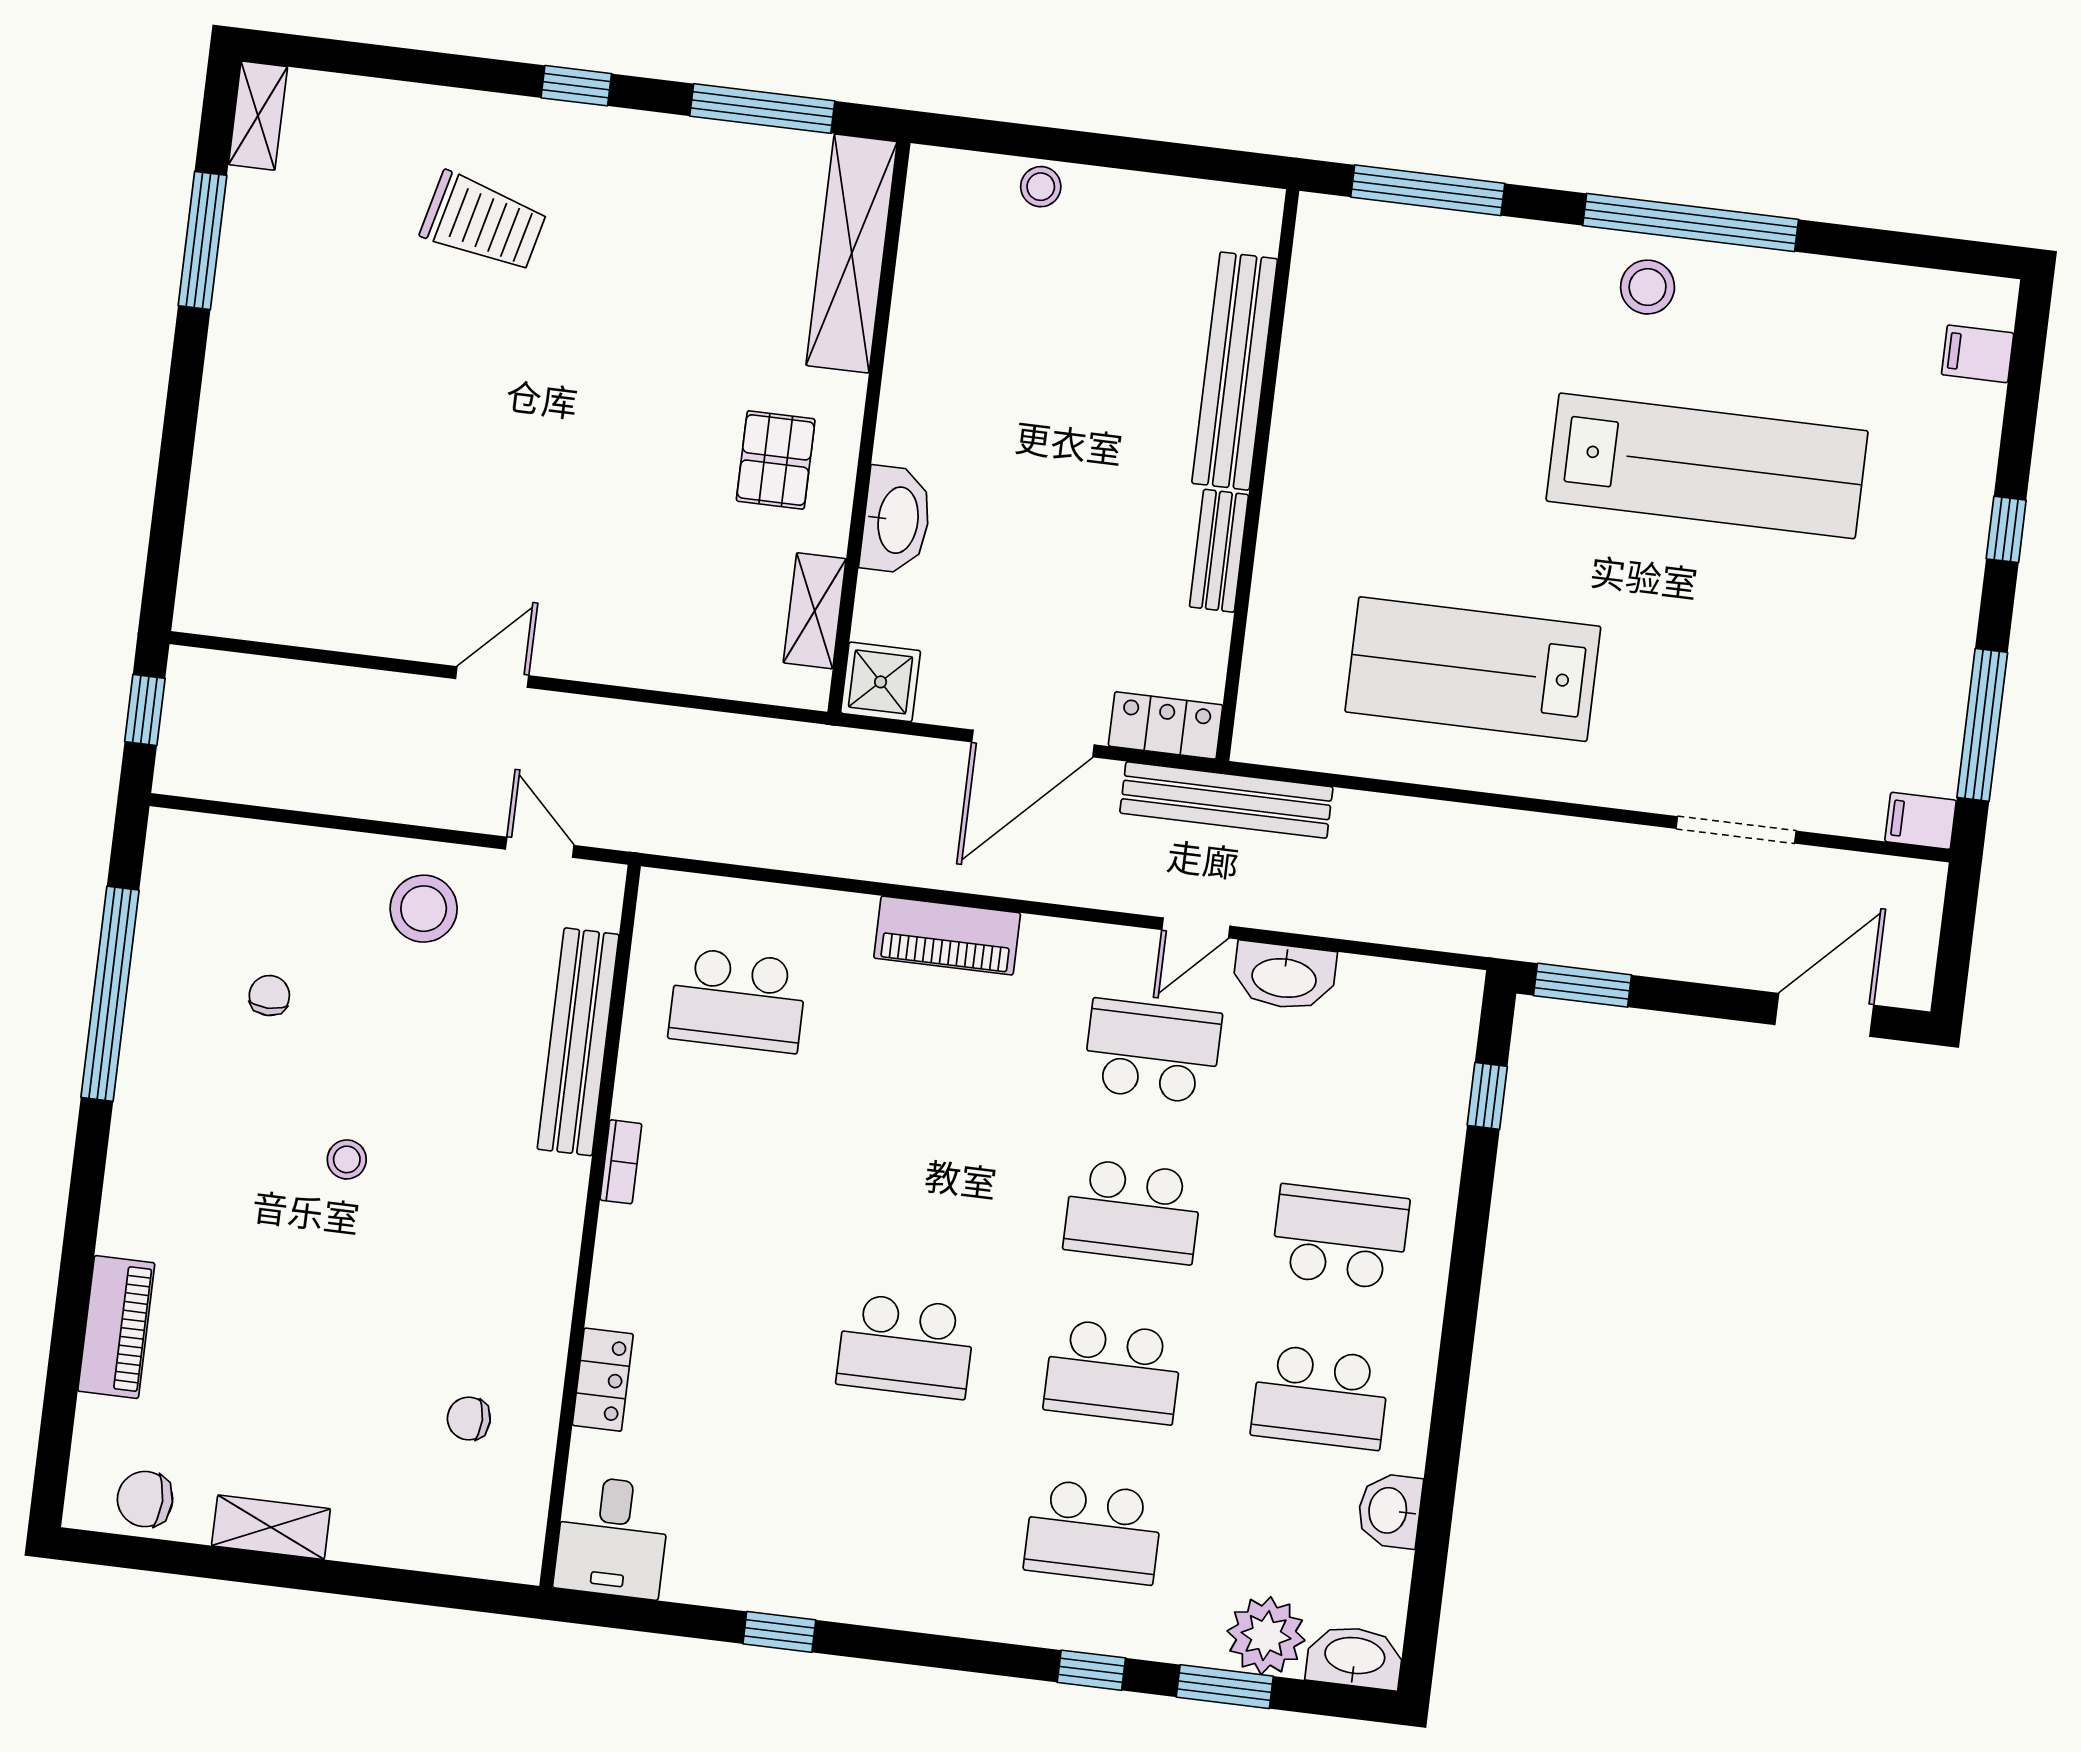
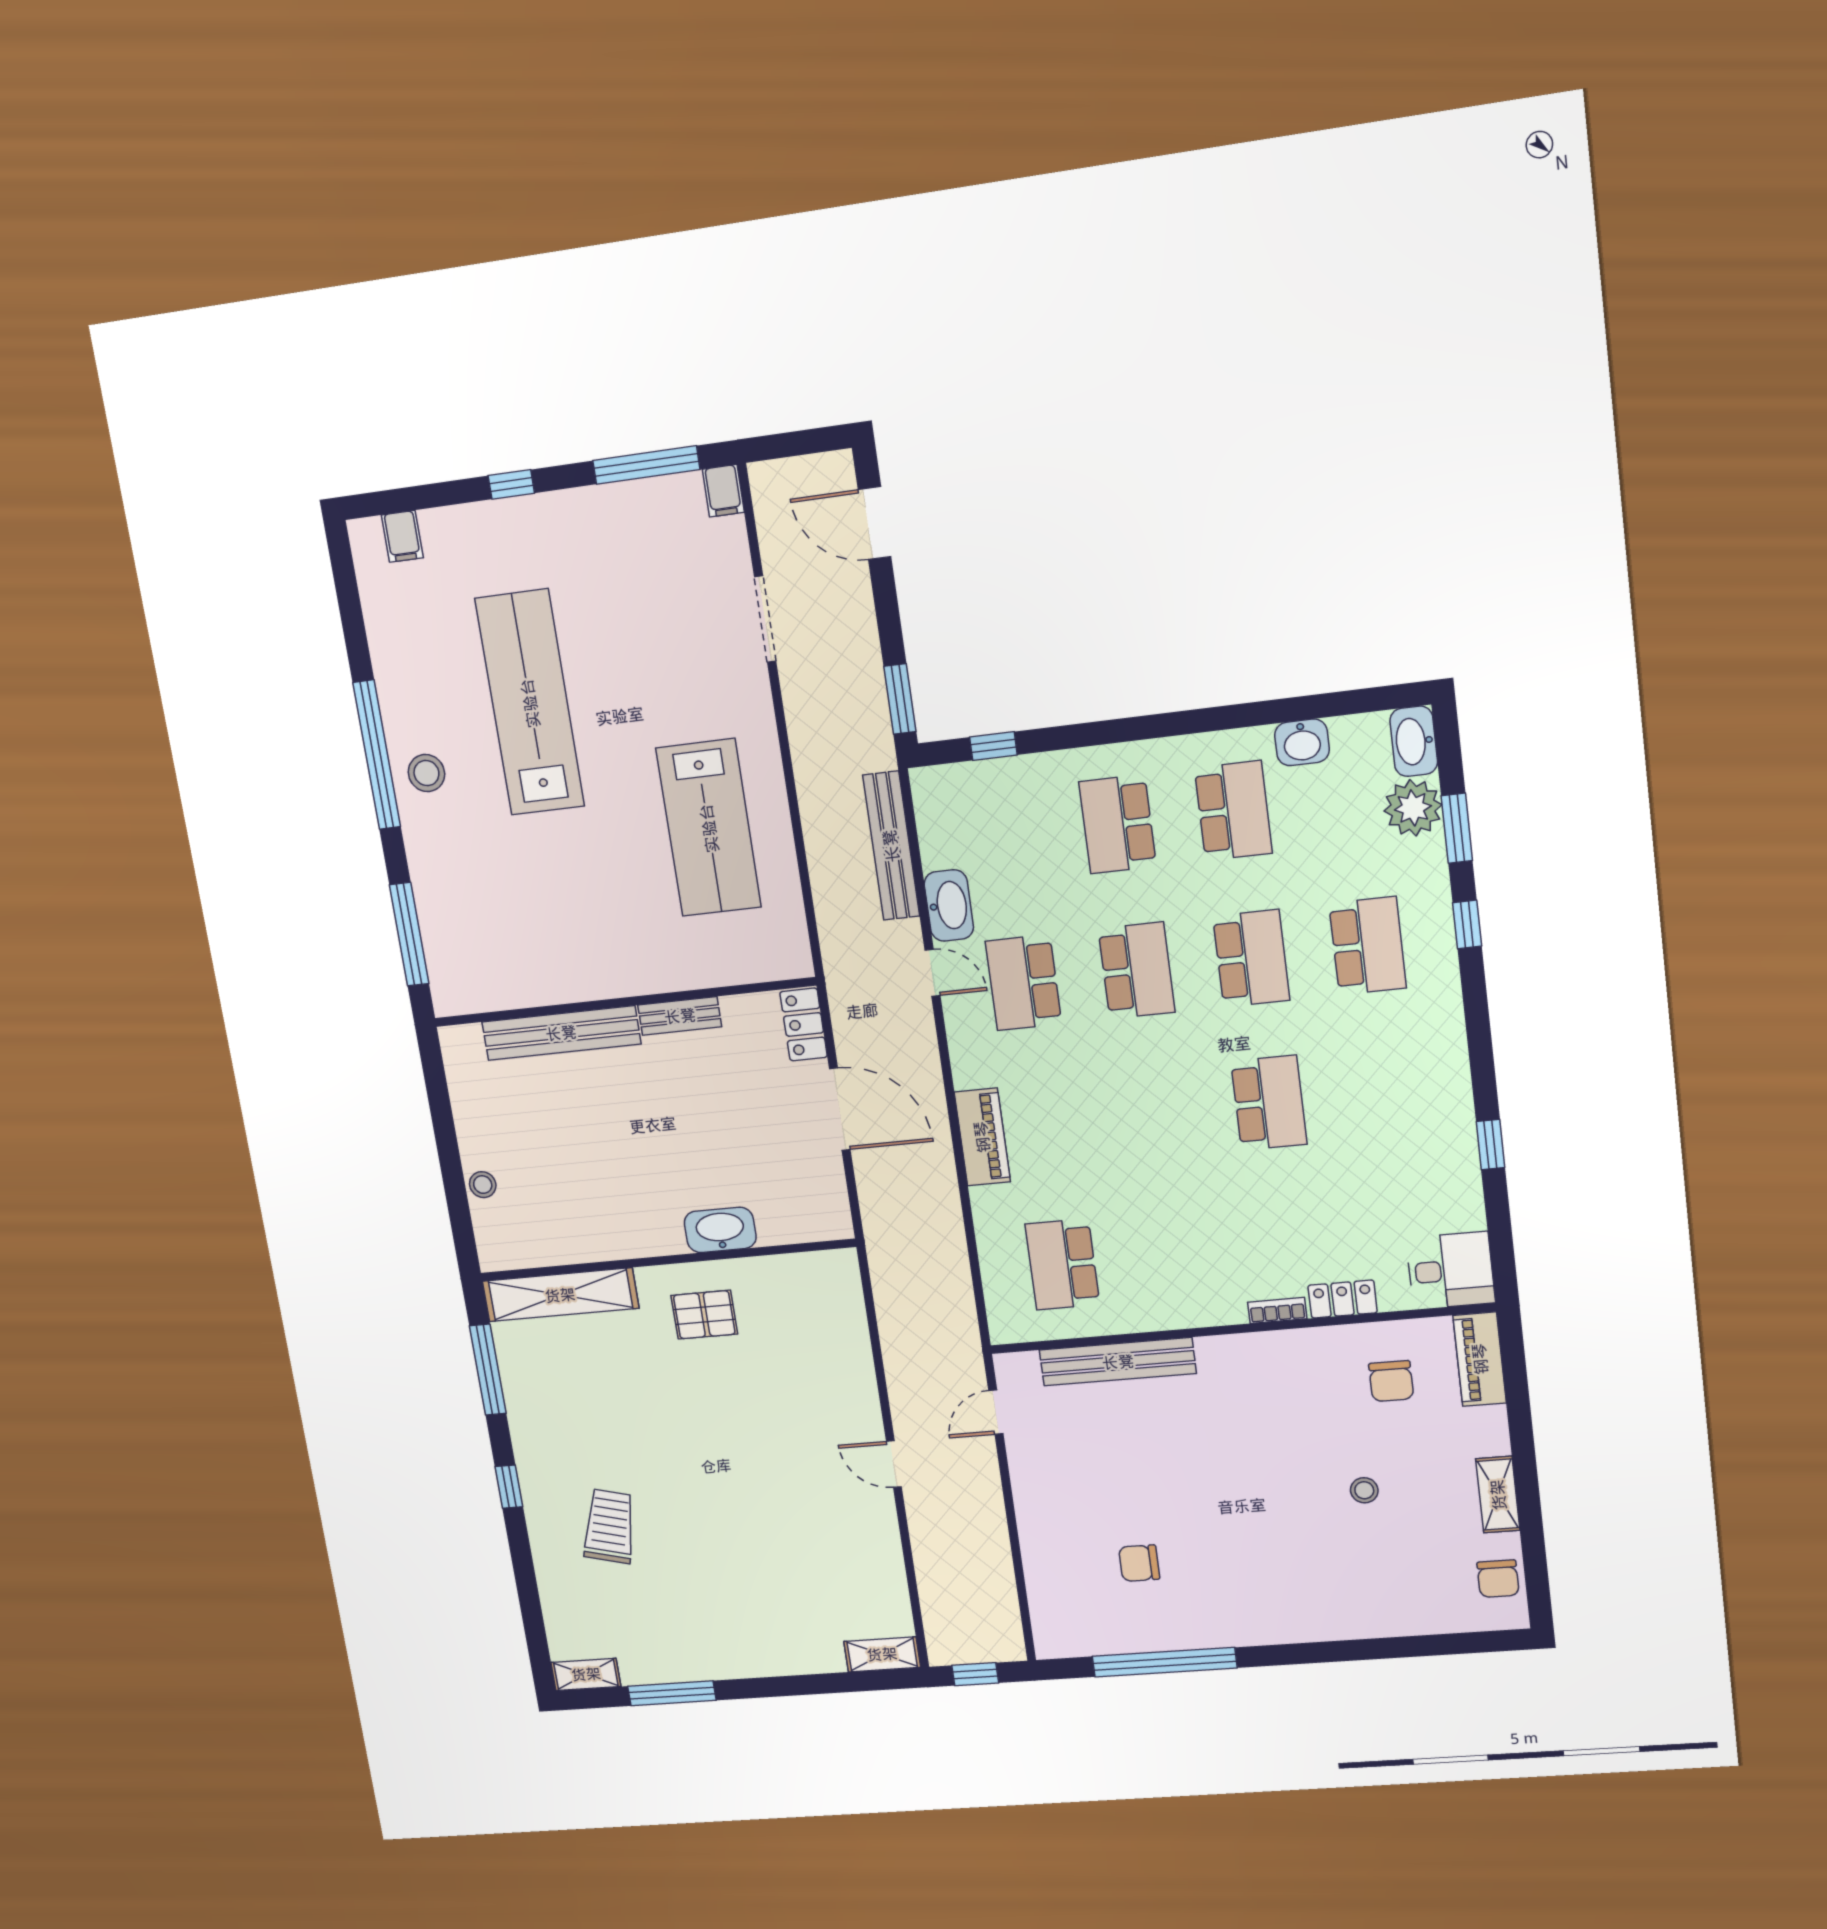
shelving: (815, 611) -> (882, 1654), moved
shower: (881, 682) -> (827, 1217), removed
bench: (1226, 800) -> (891, 846), moved
stool: (424, 909) -> (1056, 1477), removed
chair: (269, 996) -> (1139, 1563), width x1.37, depth x1.37
school desk: (738, 1000) -> (1062, 1264), turned 180
stool: (347, 1159) -> (1364, 1490), moved
bookcase: (621, 1162) -> (1277, 1310), moved
piano: (116, 1327) -> (1480, 1359), moved, turned -90
chair: (469, 1419) -> (1391, 1381), width x1.37, depth x1.37

